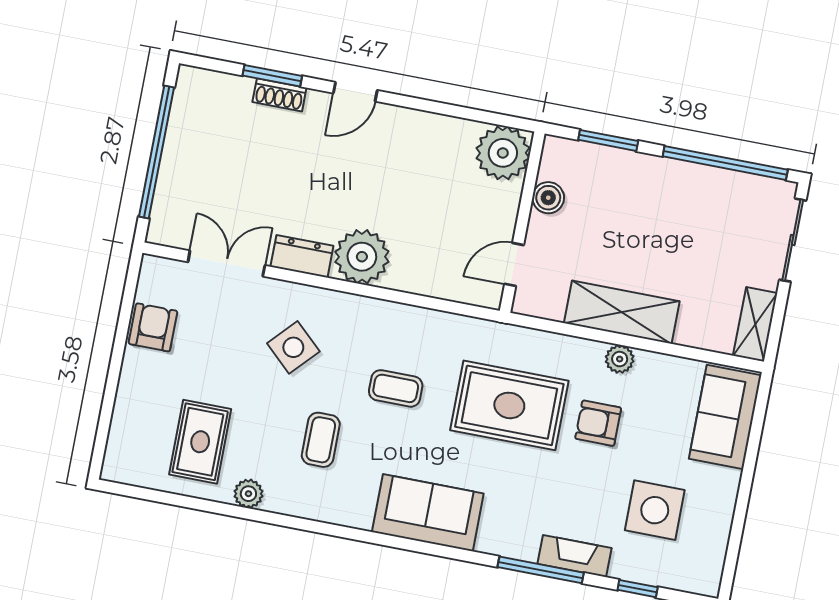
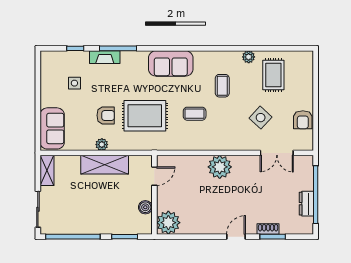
dresser: (302, 256) -> (306, 204), moved, turned 90
side table: (293, 347) -> (261, 118), moved
side table: (655, 510) -> (74, 83), width x0.54, depth x0.54

